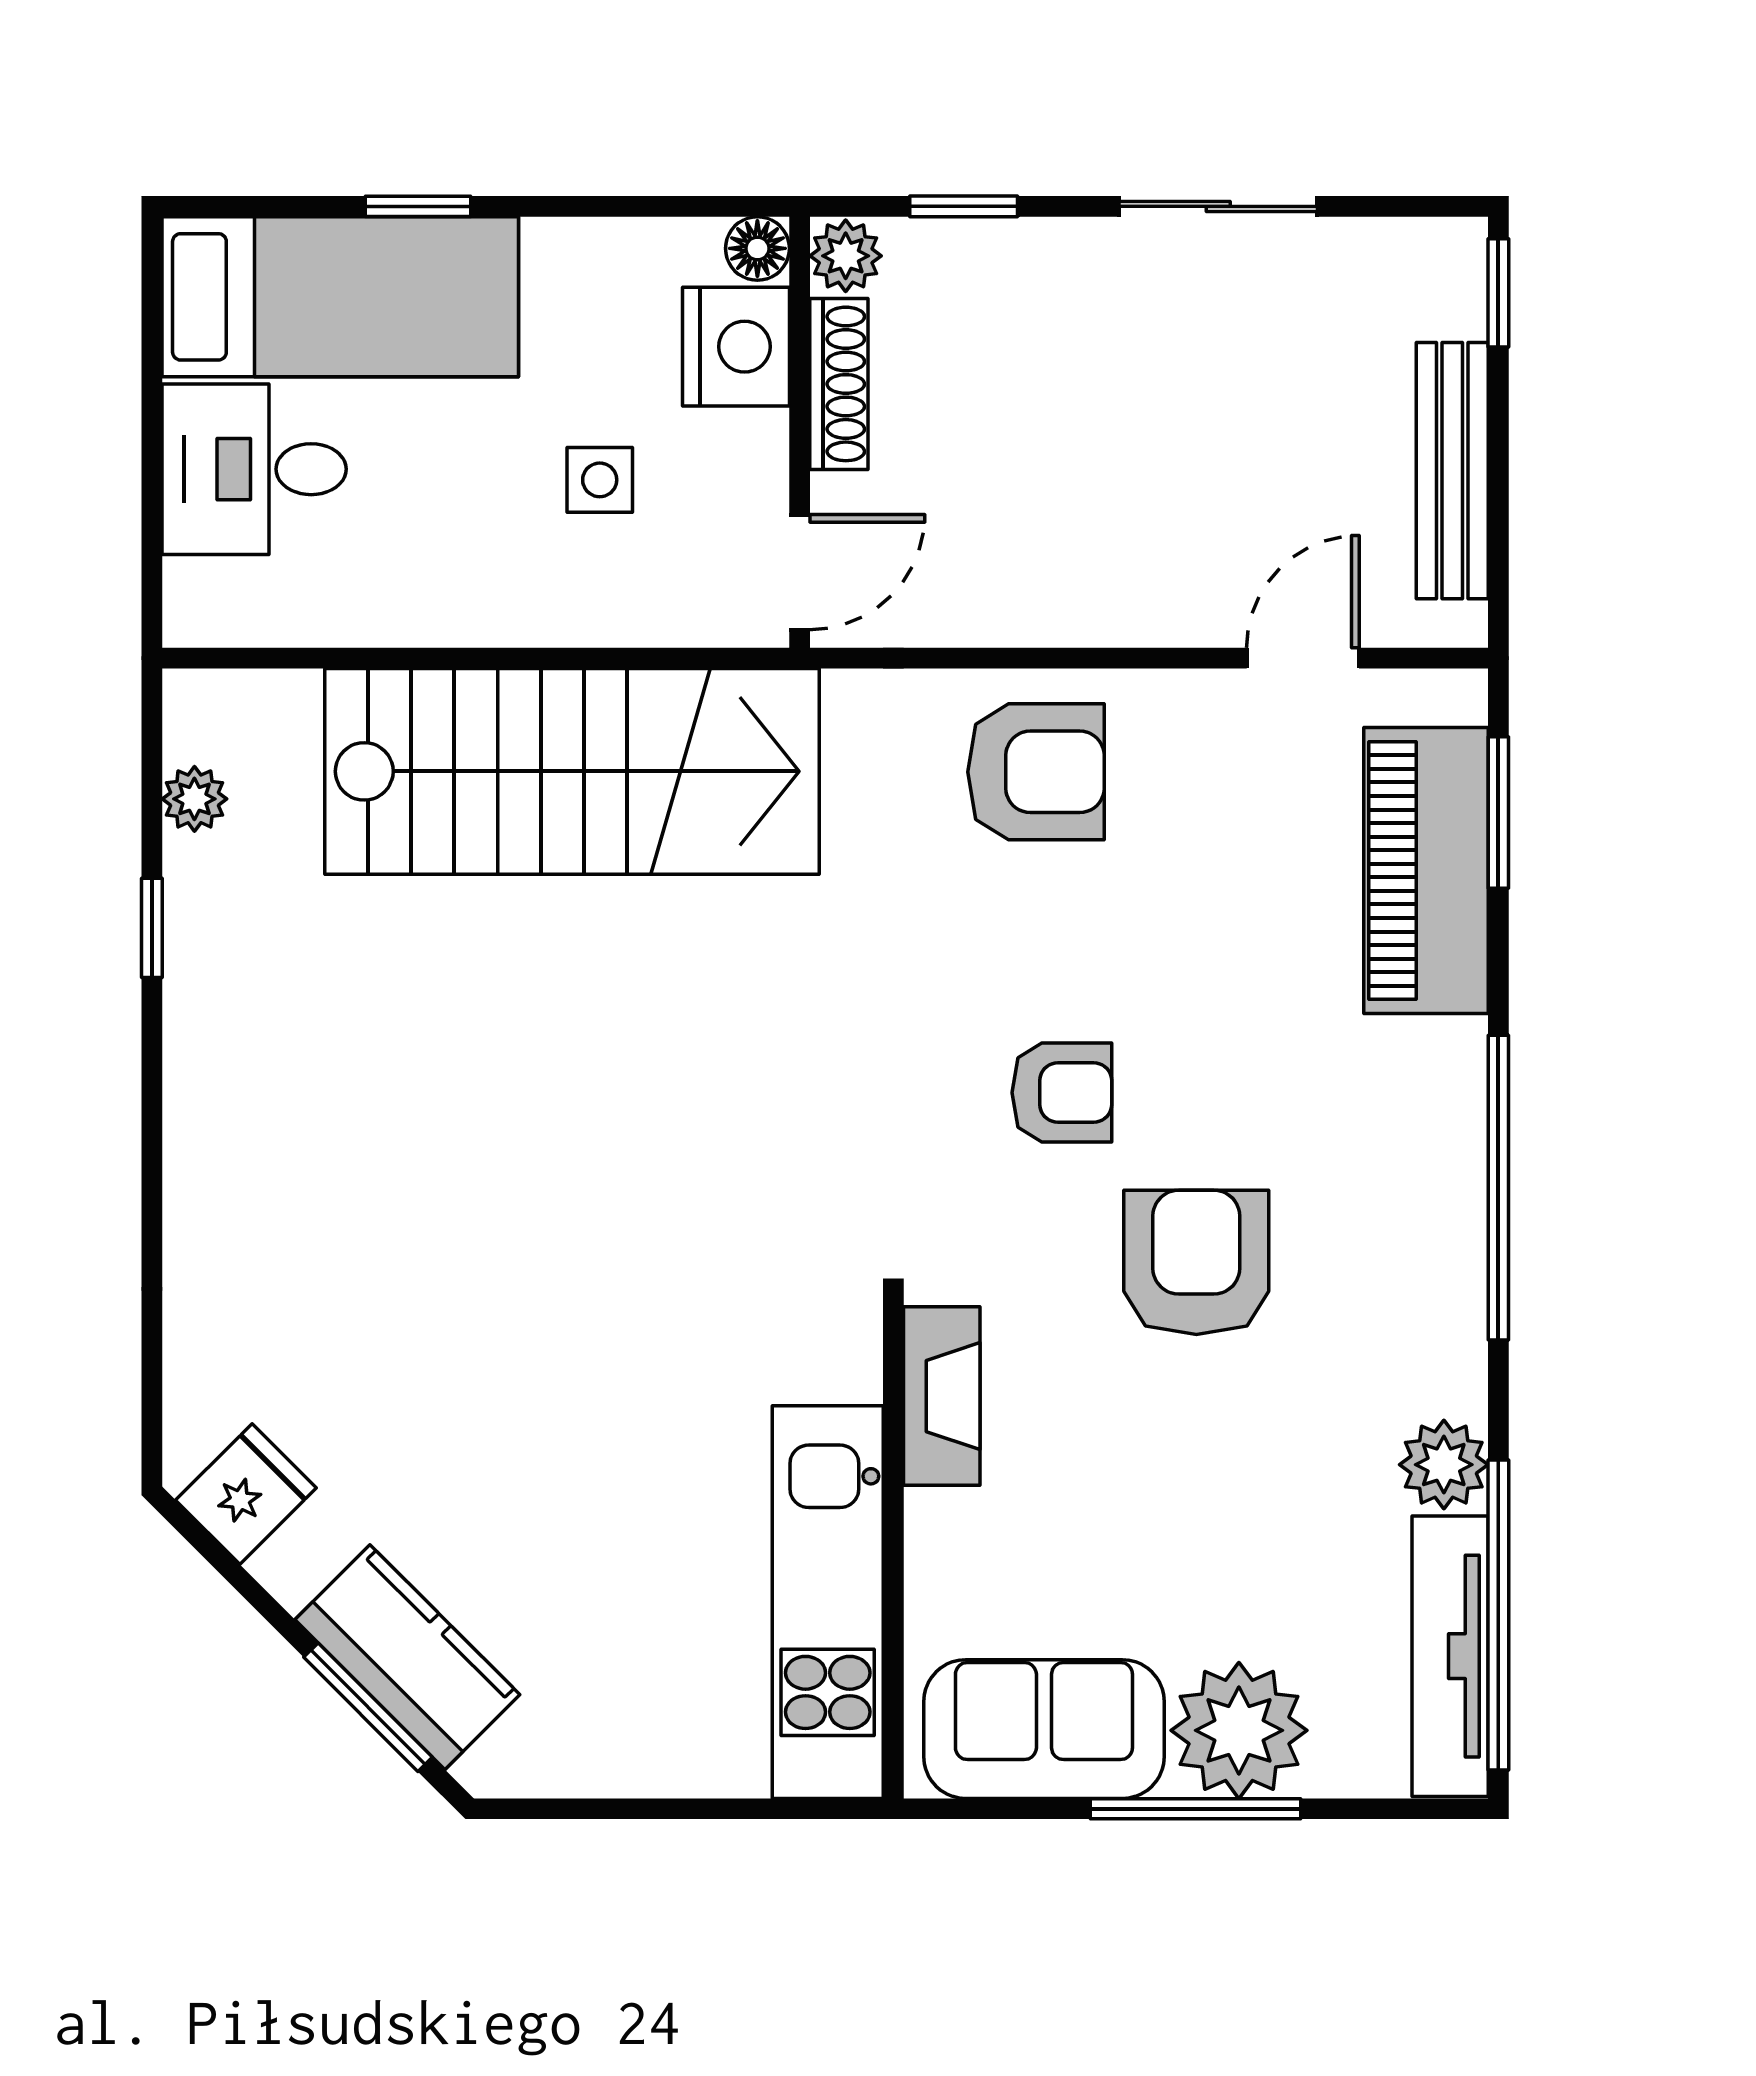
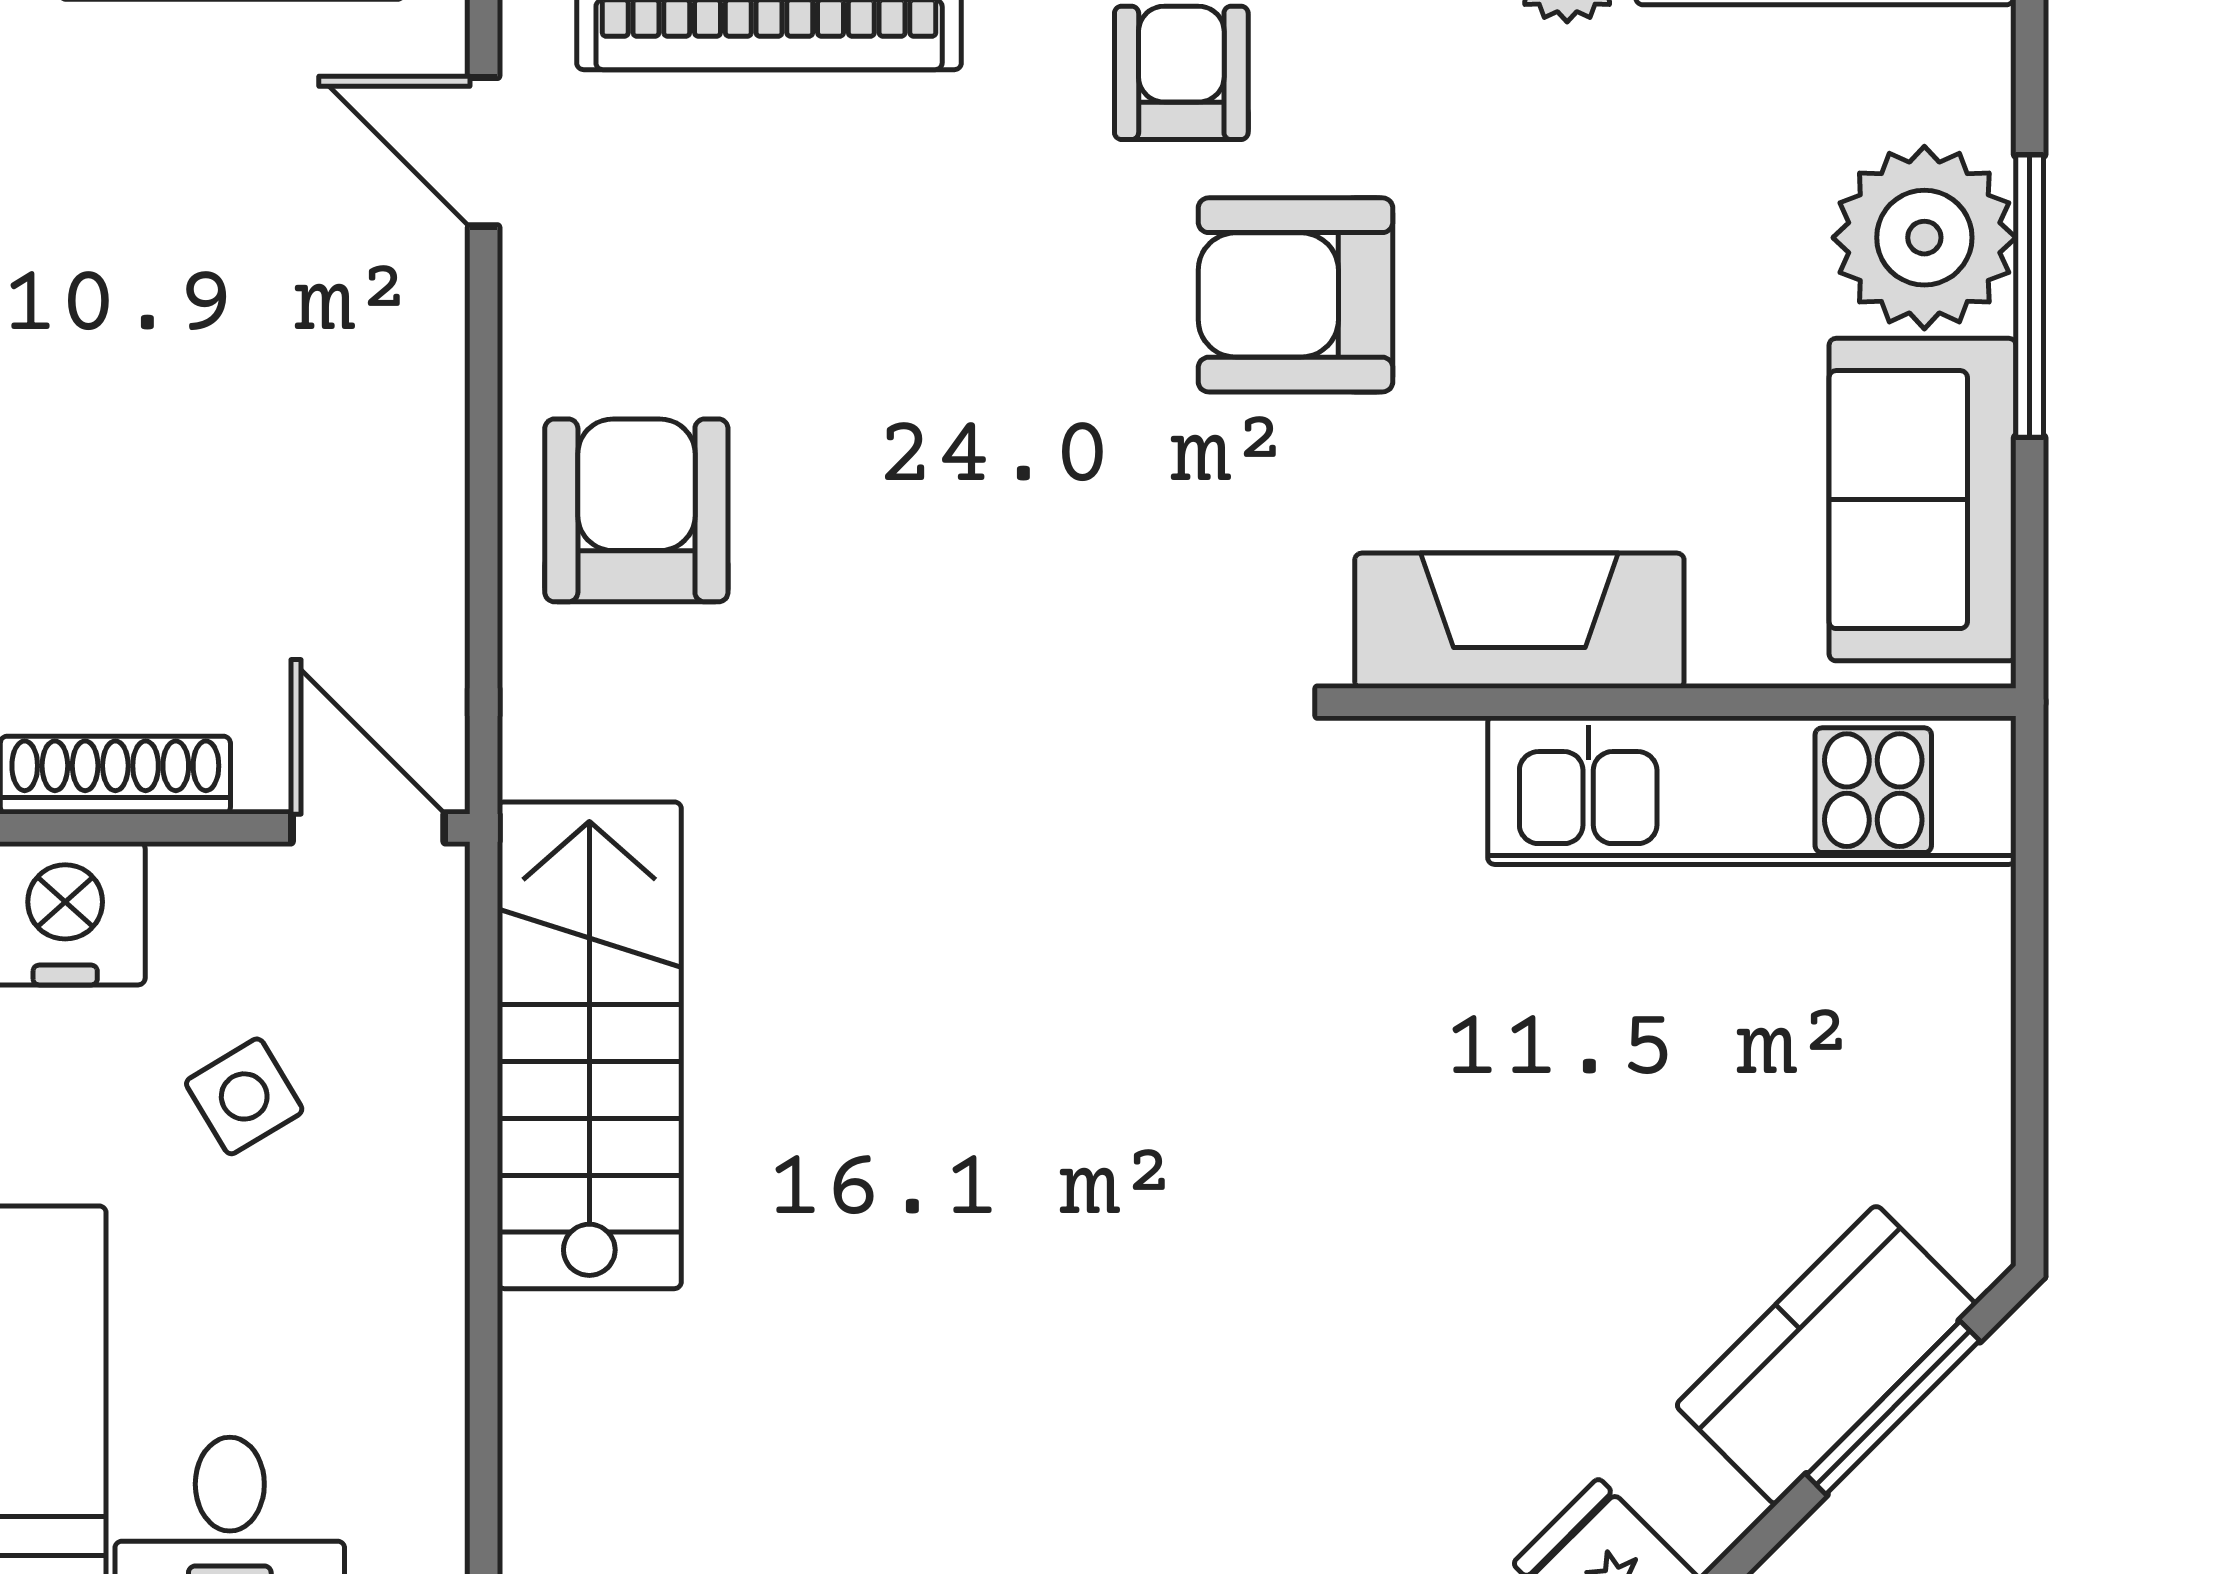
side table: (600, 480) -> (244, 1096), turned -31
stairs: (572, 771) -> (589, 1045), width x0.73, depth x0.66
armchair: (1062, 1093) -> (1181, 73), moved
fireplace: (942, 1396) -> (1519, 621), width x1.37, depth x1.32

